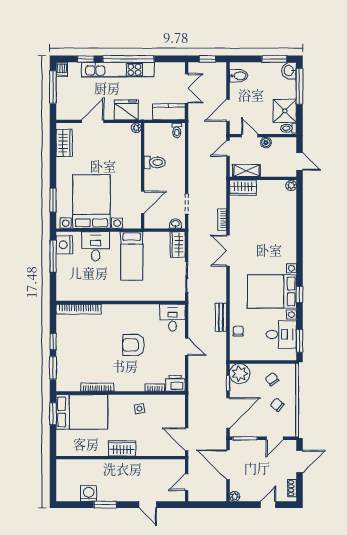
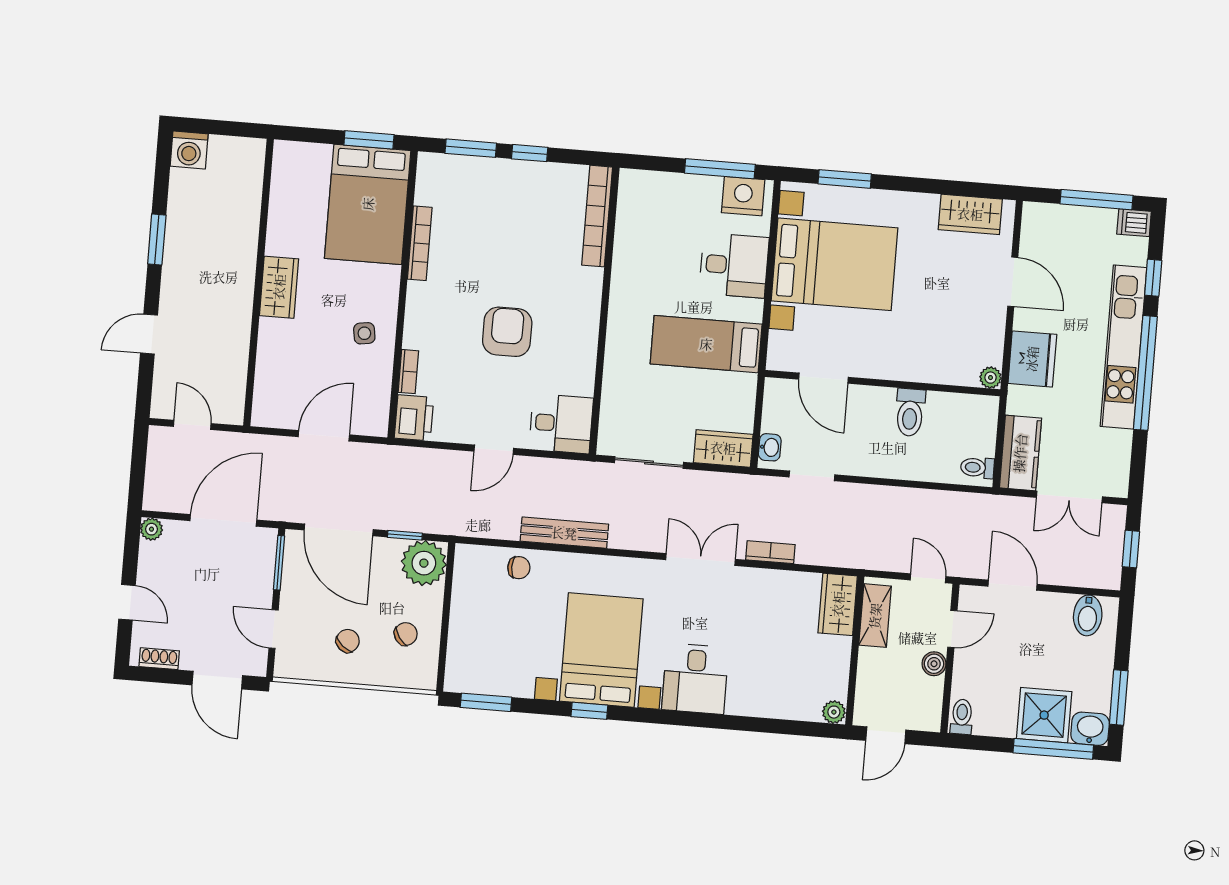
shower: (285, 111) -> (1044, 715), moved
bench: (221, 317) -> (564, 533), width x1.36
desk: (281, 334) -> (695, 679), moved
door: (187, 439) -> (324, 436), moved
washing machine: (89, 493) -> (189, 150), moved, turned 90

